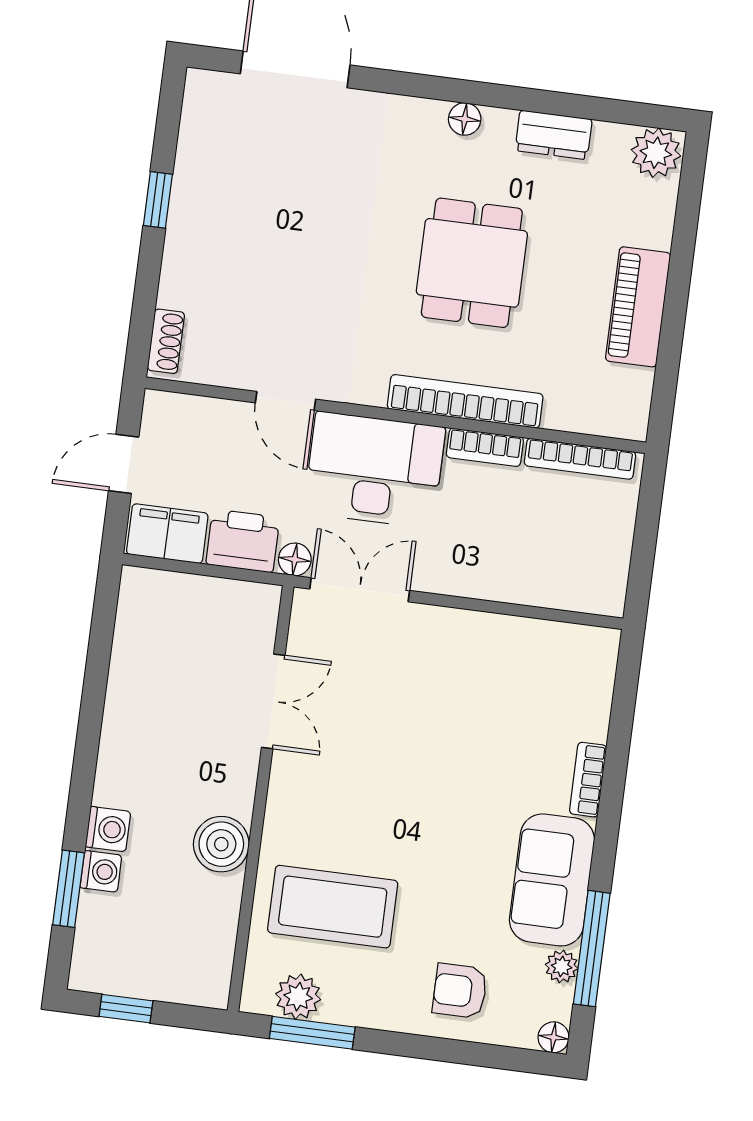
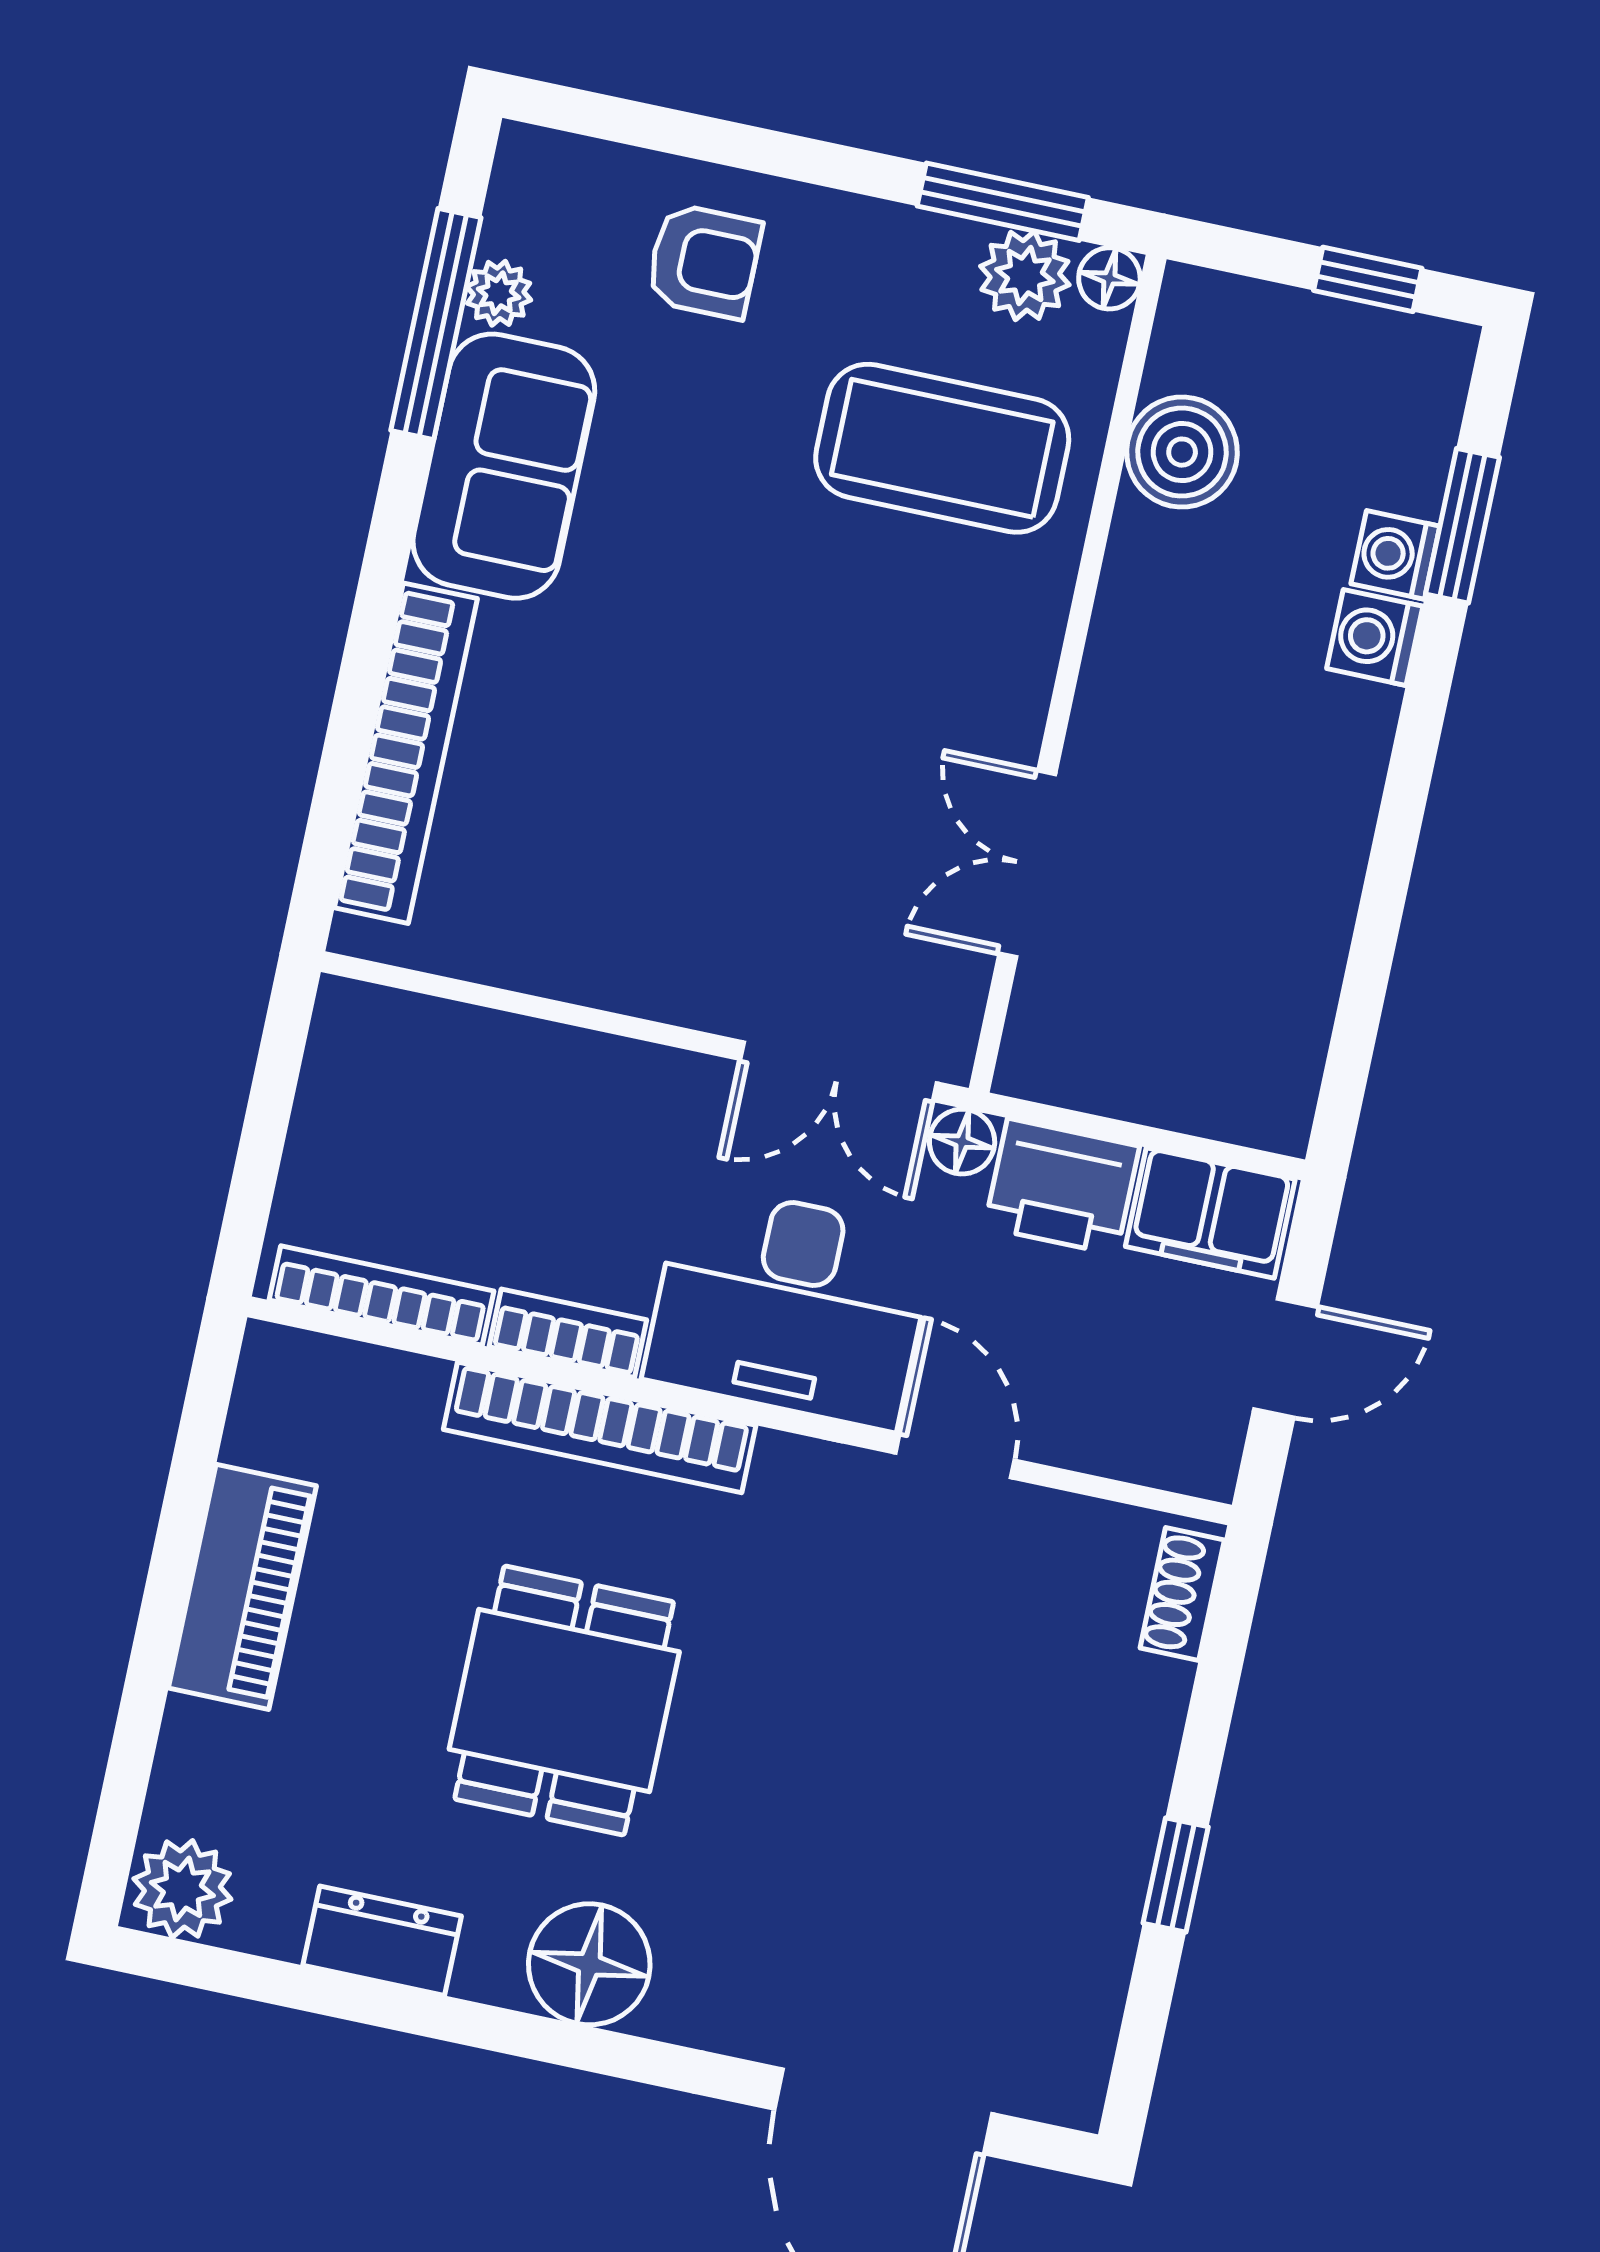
floor lamp: (465, 119) -> (589, 1964), width x1.89, depth x1.89
bookcase: (588, 780) -> (406, 753), width x2.31, depth x1.31
boiler: (221, 844) -> (1182, 452), moved
floor lamp: (554, 1037) -> (1109, 278), moved

